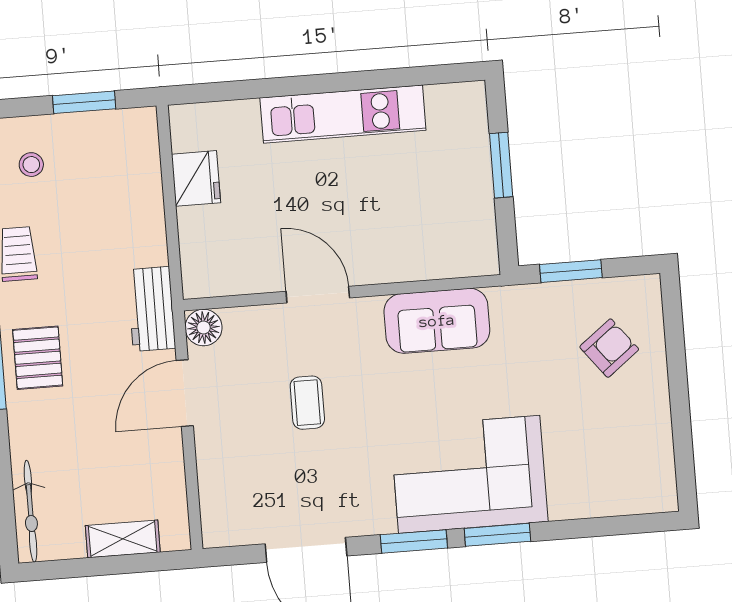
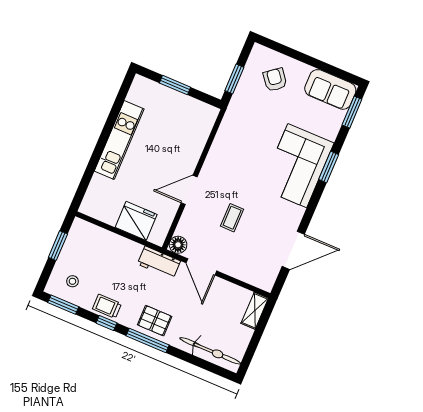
fridge: (196, 178) -> (136, 221), moved, width x1.36, depth x1.34
sofa: (437, 321) -> (330, 89), moved, turned 90
coffee table: (307, 403) -> (232, 218), turned 90
bicycle: (30, 511) -> (210, 351), width x1.37, depth x1.40
shelving: (123, 539) -> (255, 311), moved
window: (414, 541) -> (352, 112), moved

